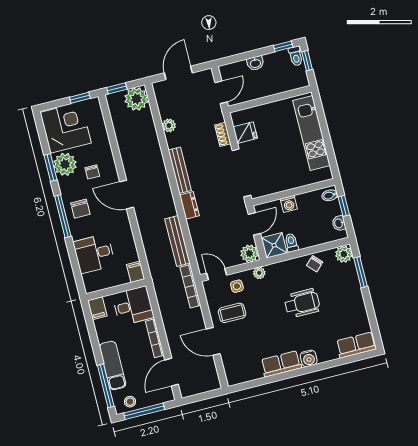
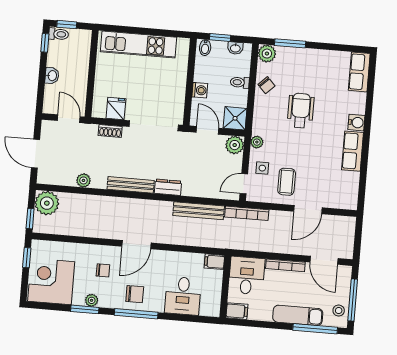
plant: (65, 164) -> (92, 300), width x0.53, depth x0.53
toilet: (291, 243) -> (240, 82), moved

